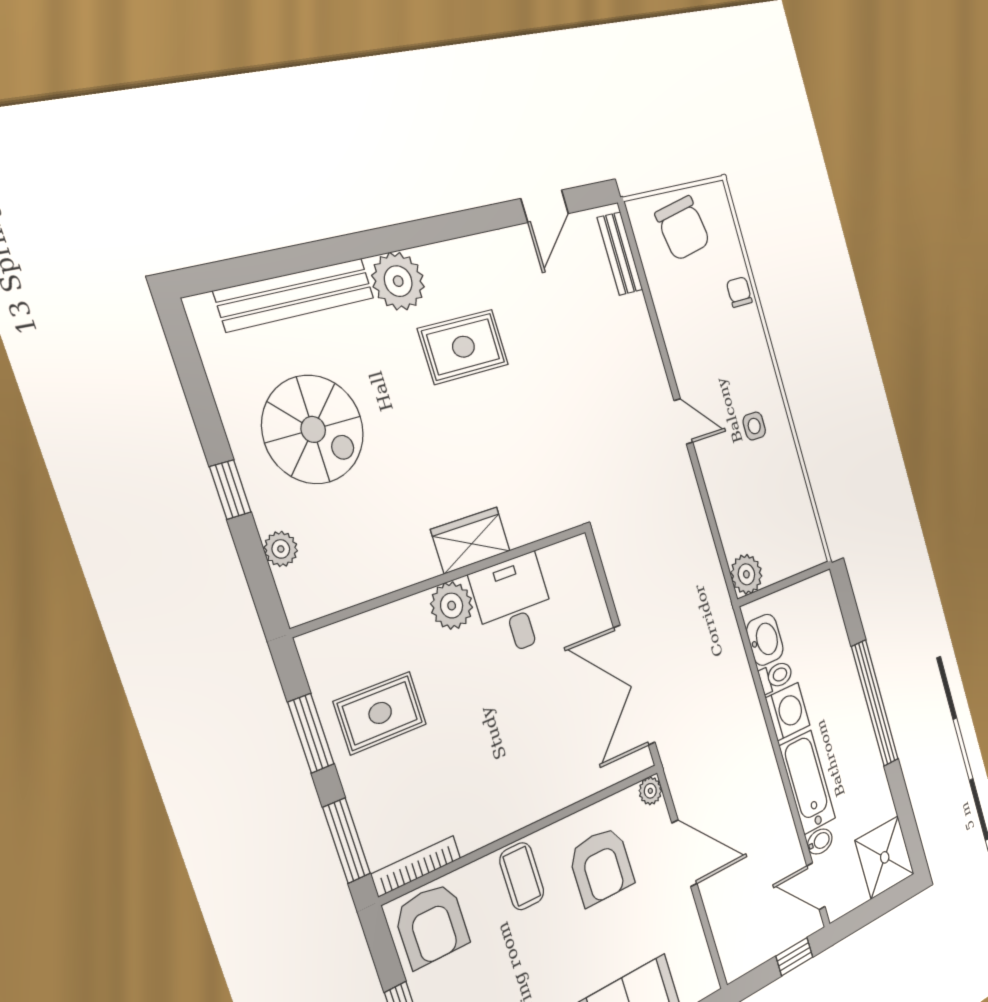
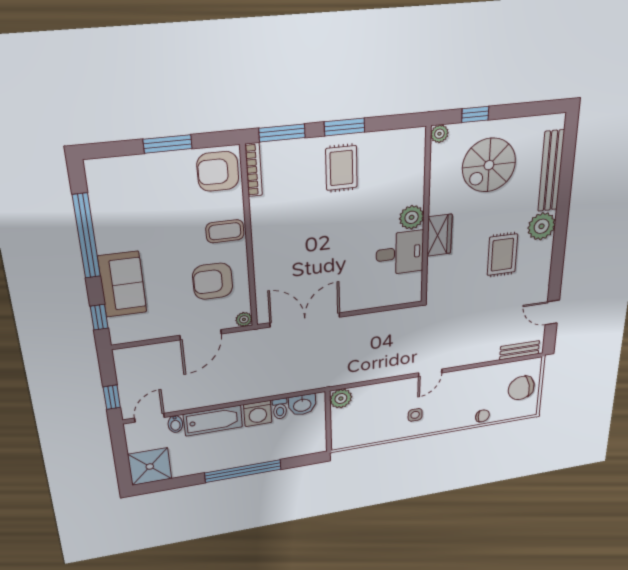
wardrobe: (471, 540) -> (439, 235), moved
wall: (447, 578) -> (426, 218), moved
desk: (514, 605) -> (400, 253), moved
plant: (452, 606) -> (412, 217), moved

